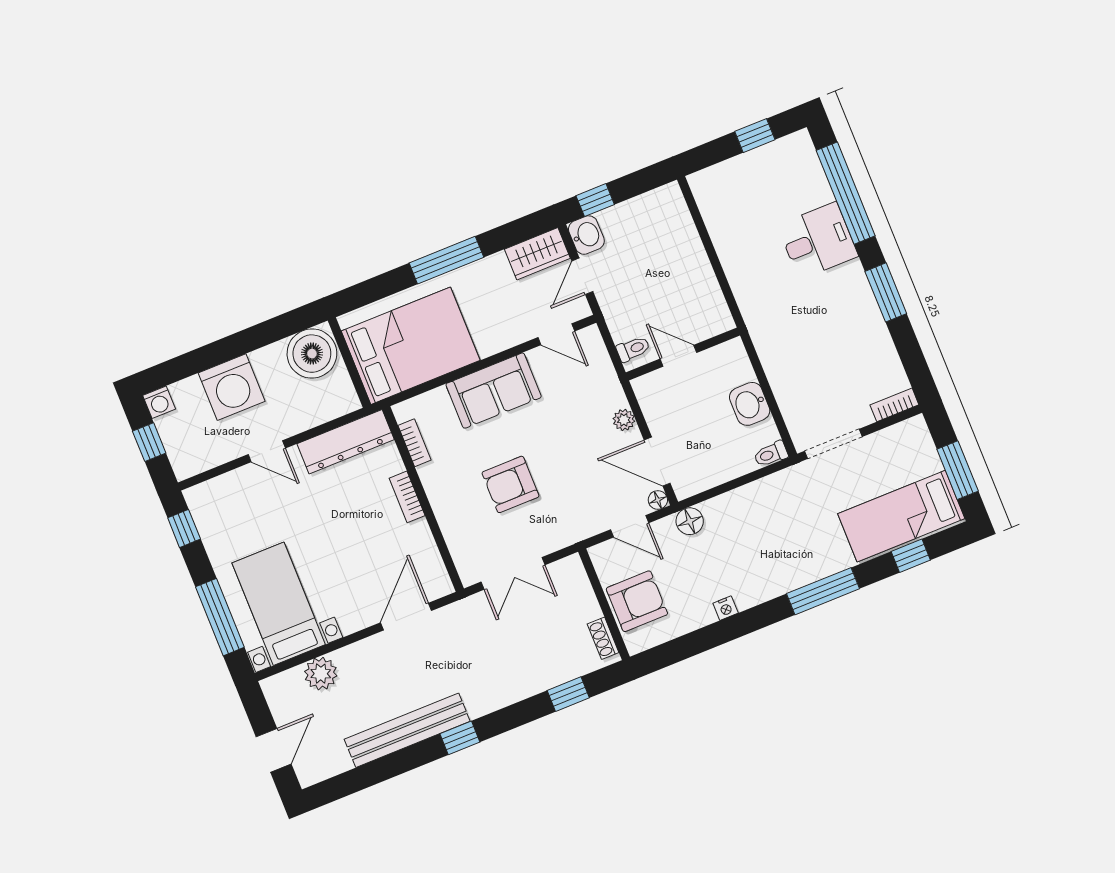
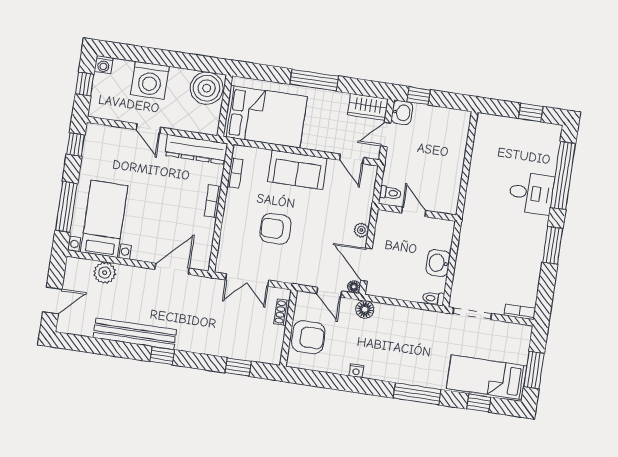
shoe rack: (603, 638) -> (282, 312), moved

